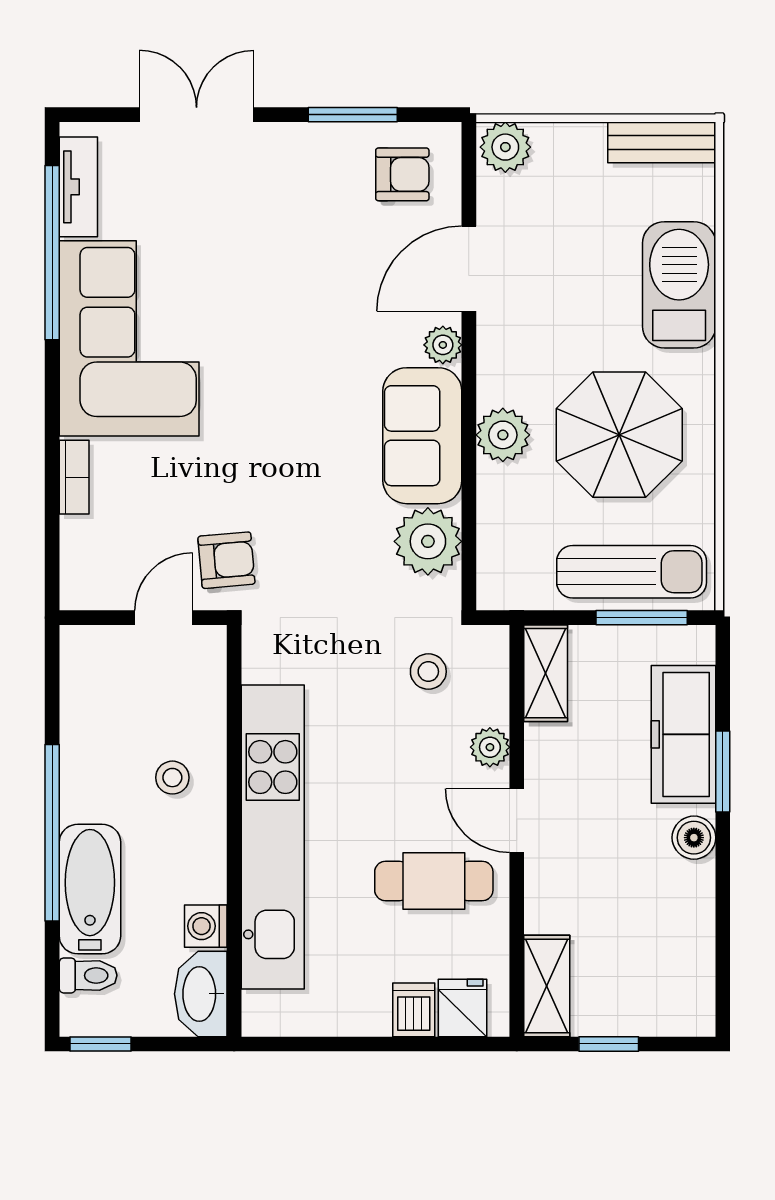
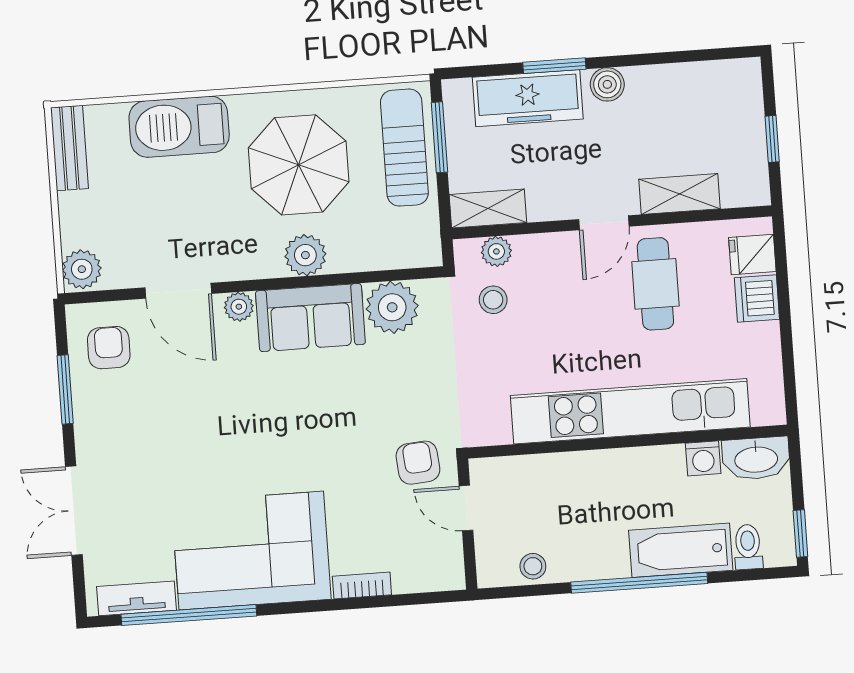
plant: (490, 747) -> (496, 251), moved
stool: (172, 778) -> (533, 566), moved
shelving: (547, 986) -> (680, 194), moved
dishwasher: (414, 1010) -> (757, 298), width x1.38

